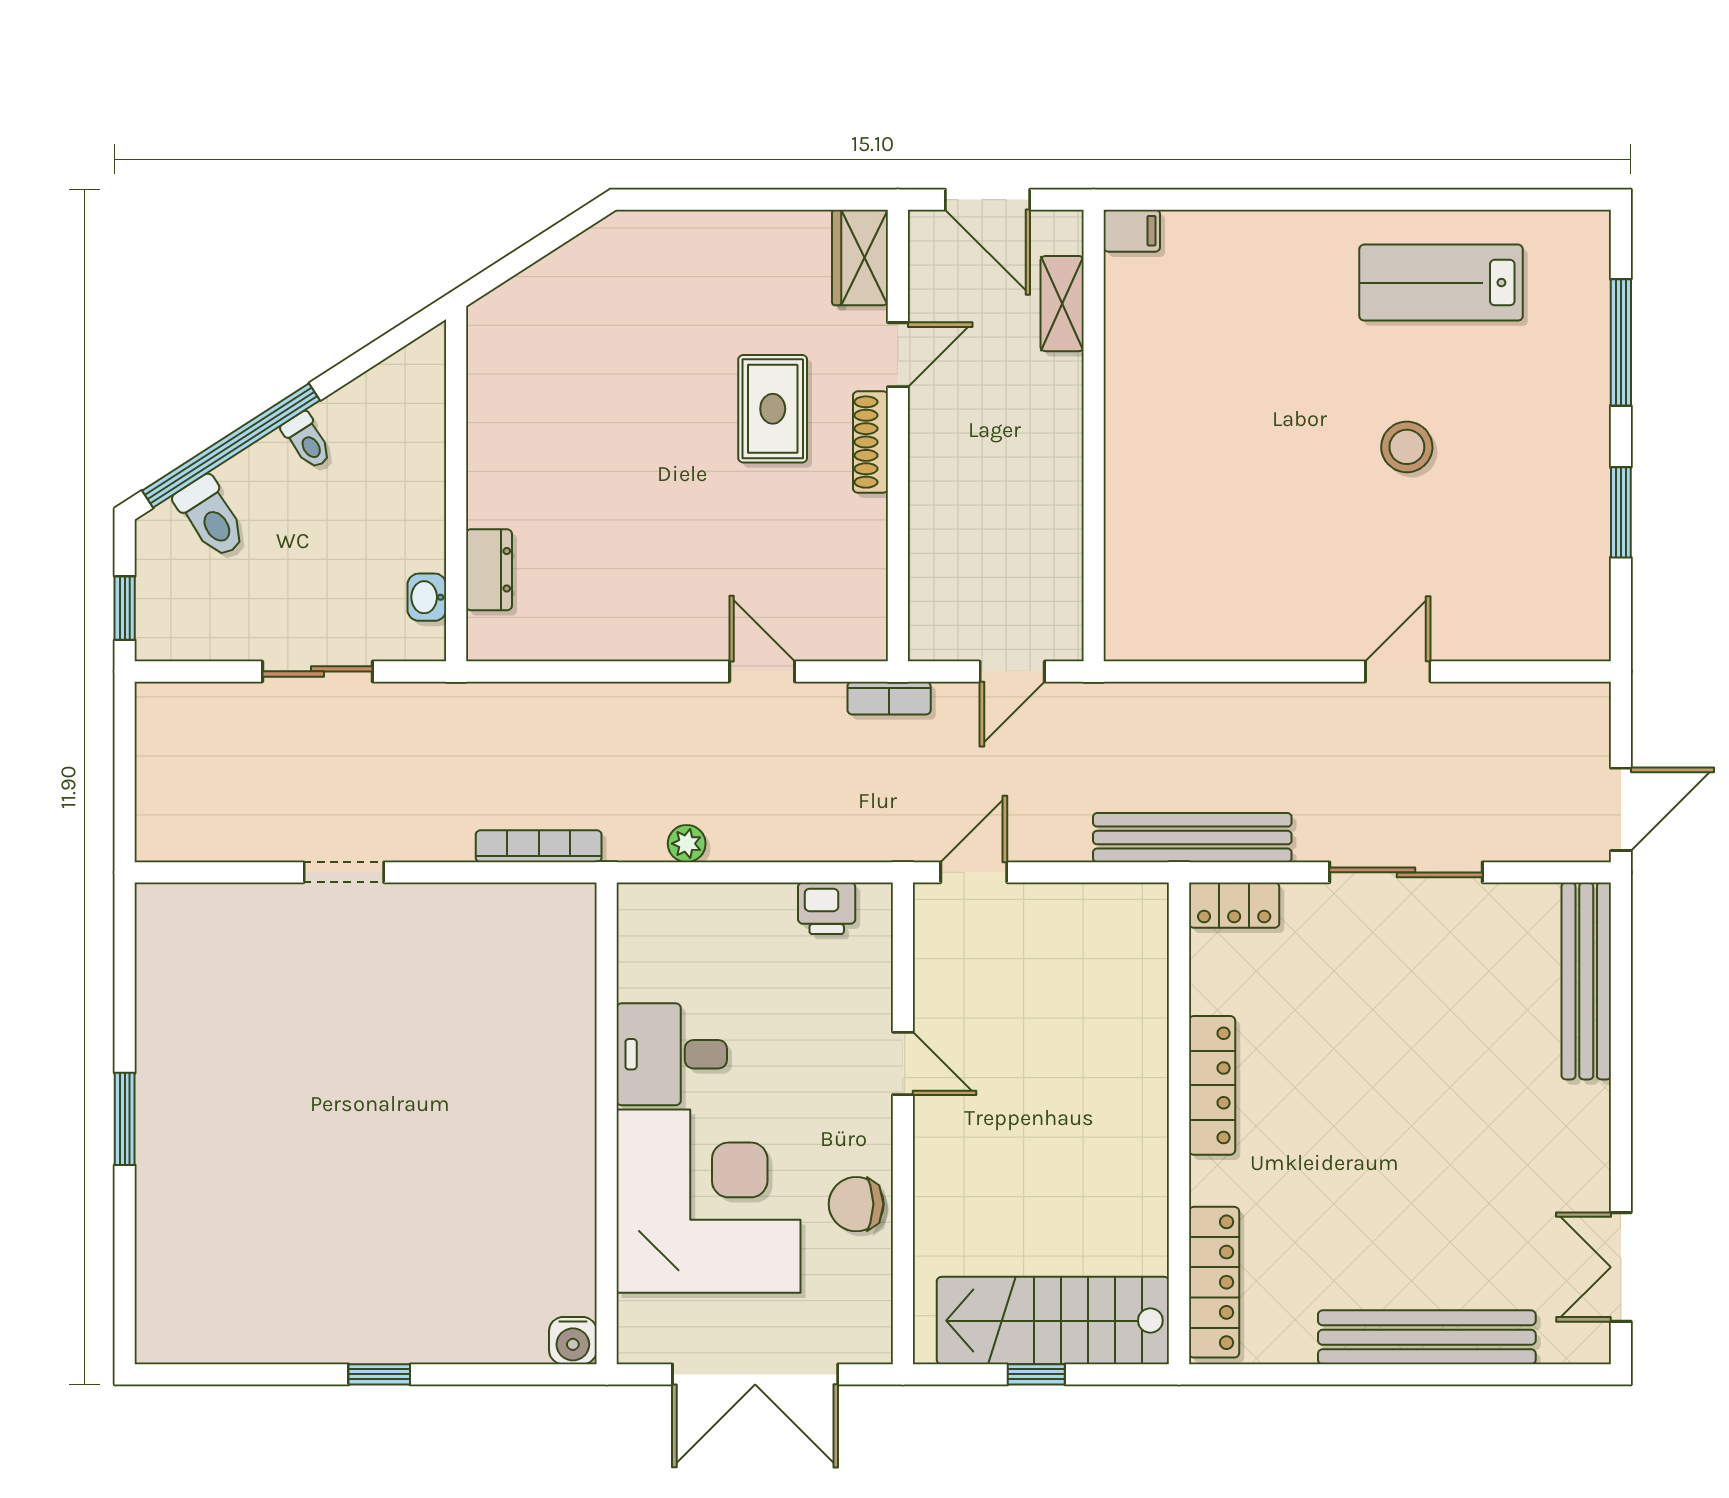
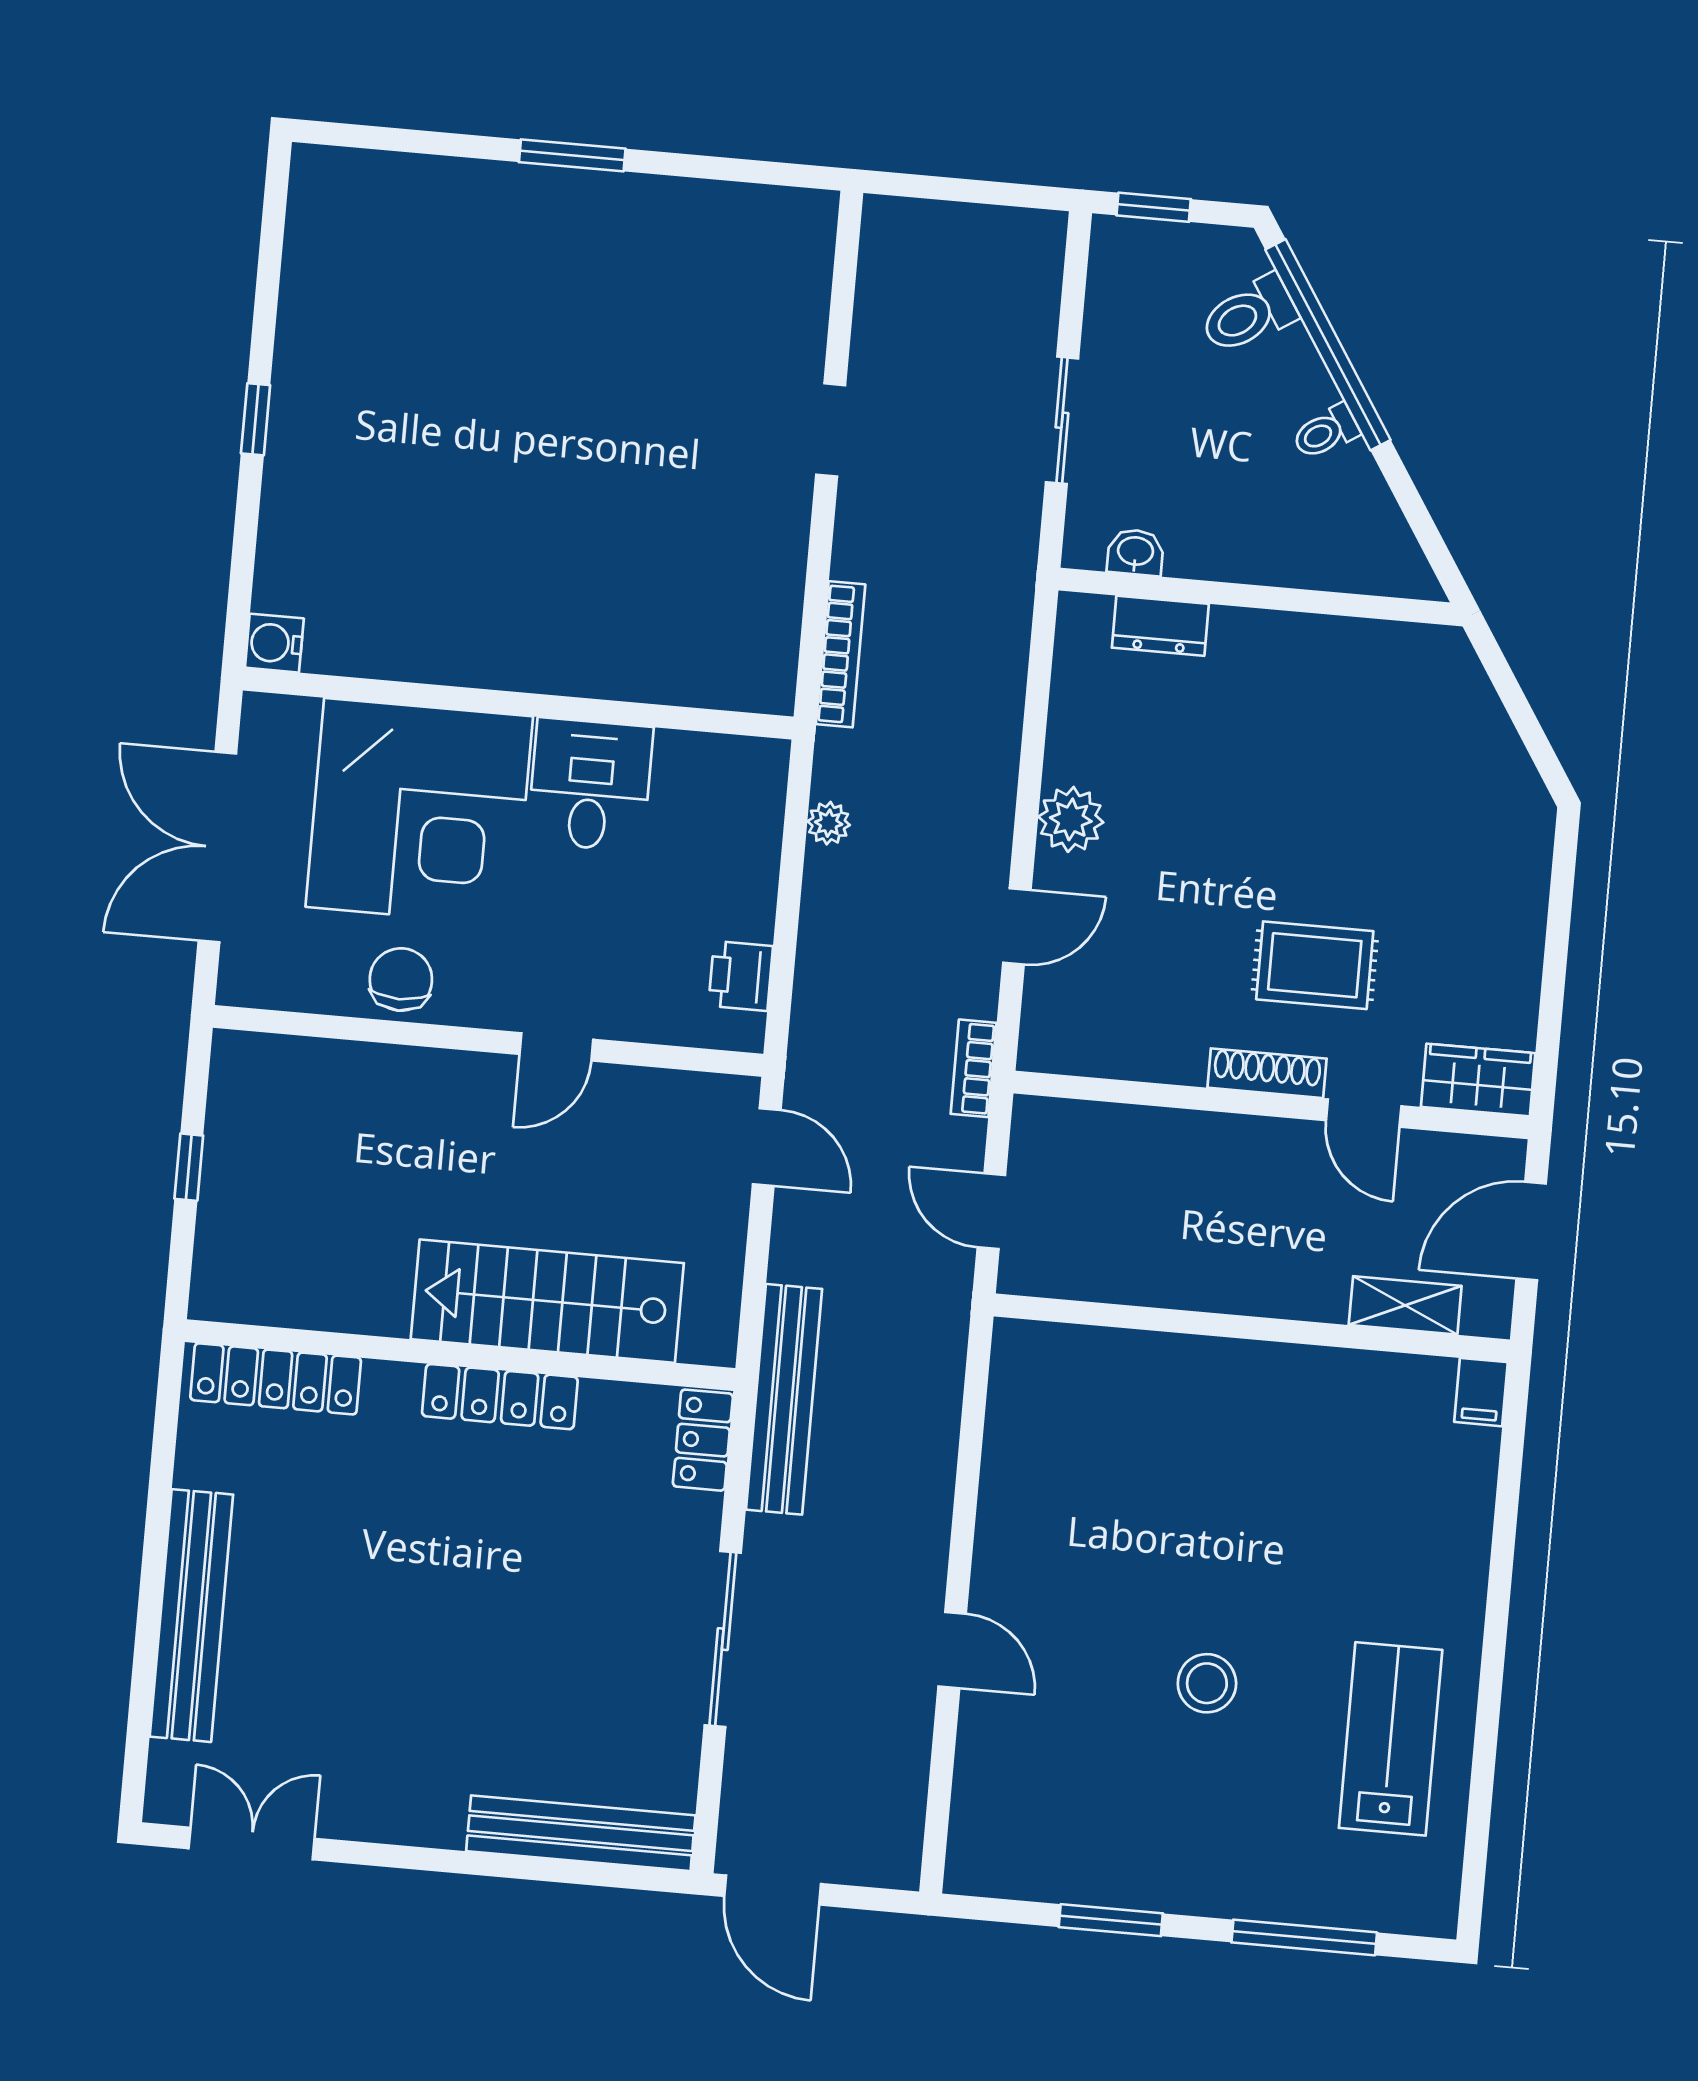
plant: (665, 633) -> (1071, 819), added
stairs: (1053, 1321) -> (547, 1301), moved, turned -90

